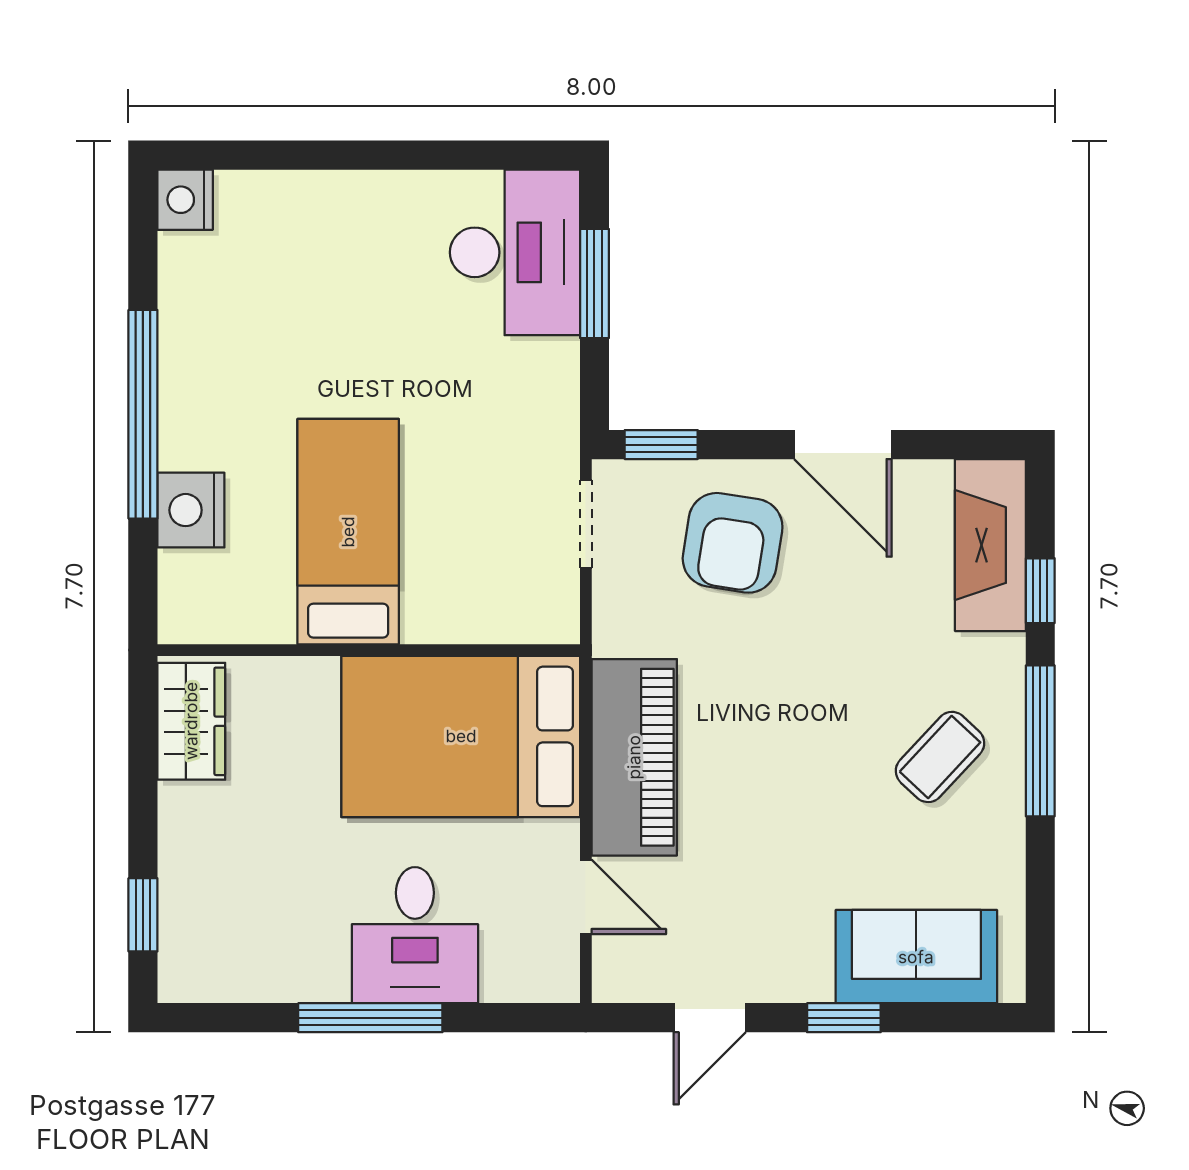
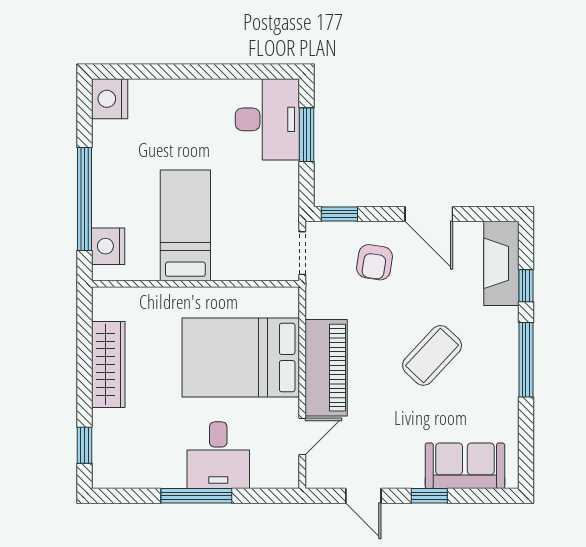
nightstand: (185, 200) -> (110, 99), width x1.36, depth x1.33
bed: (348, 532) -> (185, 225), moved
armchair: (733, 543) -> (375, 262), width x0.72, depth x0.72
wall: (369, 650) -> (196, 284), moved
wardrobe: (191, 721) -> (108, 364), width x1.50
coffee table: (940, 757) -> (432, 355), moved, width x1.36, depth x1.30
door: (586, 897) -> (302, 436), hinge flipped
door: (710, 1018) -> (363, 496), hinge flipped

